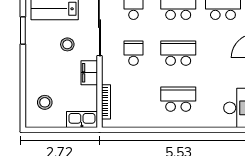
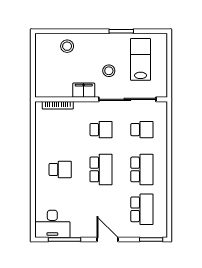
school desk: (178, 99) -> (60, 169), width x0.54
stool: (45, 102) -> (67, 46), moved
kitchen sink: (82, 119) -> (42, 84), removed

